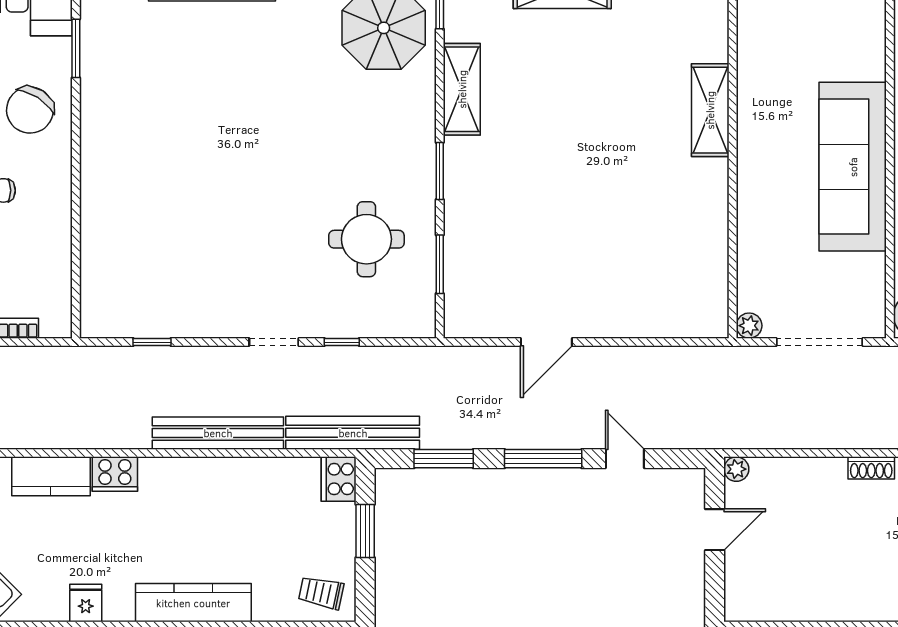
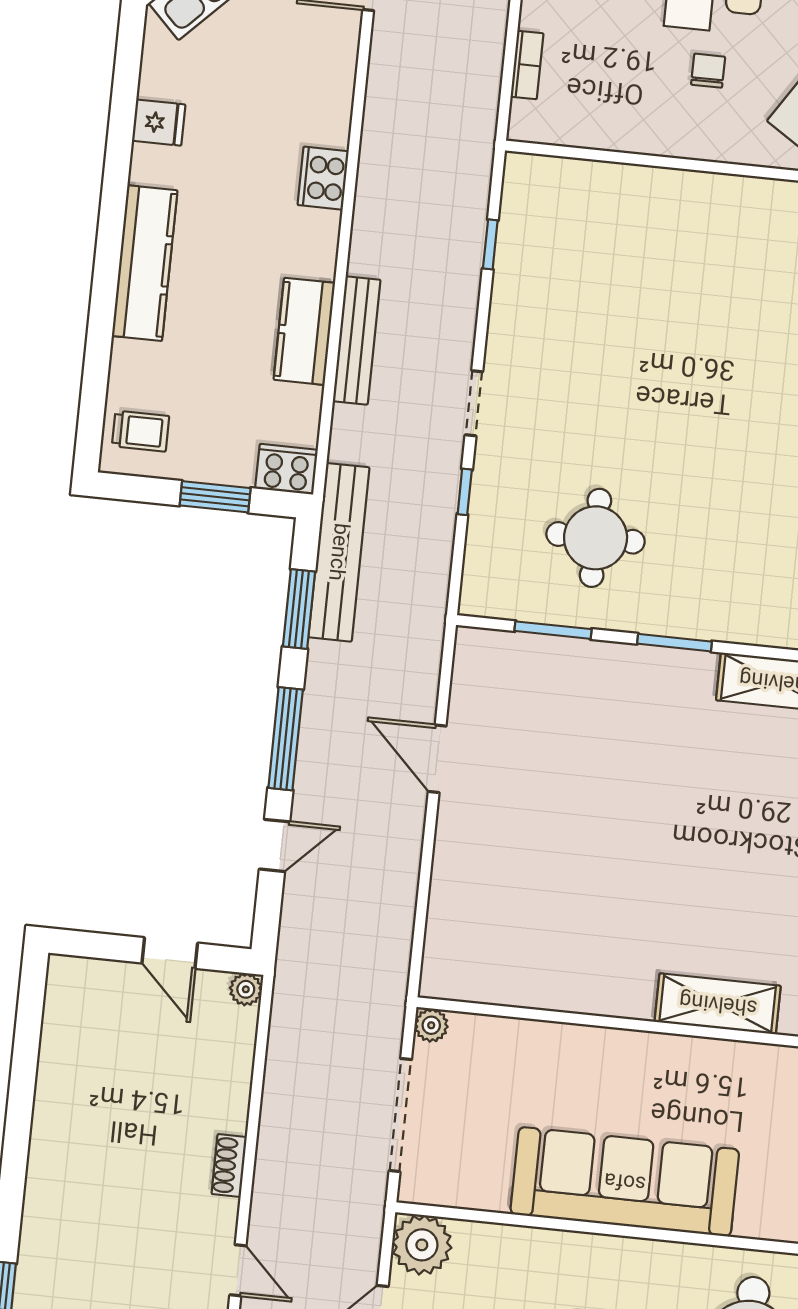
bench: (218, 433) -> (357, 340), width x0.73, depth x0.82
bench: (353, 433) -> (339, 552), moved
kitchen counter: (51, 476) -> (304, 331), moved
trolley: (321, 593) -> (141, 431), turned 78

